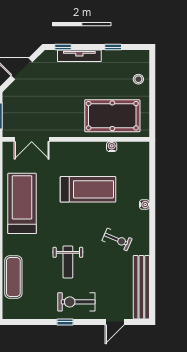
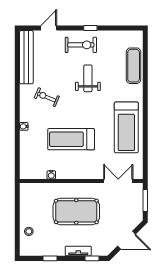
tv unit: (79, 56) -> (78, 251), width x0.71
pool table: (112, 116) -> (76, 211), moved

